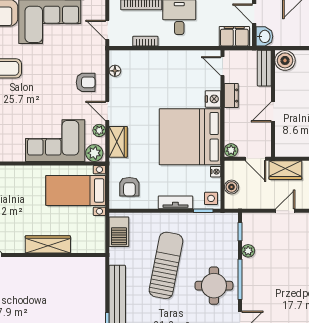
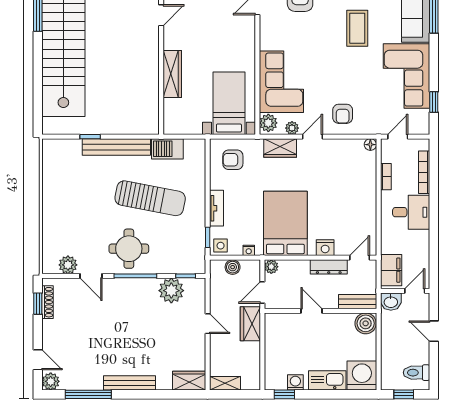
floor lamp: (115, 71) -> (370, 145), moved
dresser: (231, 96) -> (329, 267), width x1.44
bed: (190, 137) -> (285, 223), width x0.73
barbecue: (119, 232) -> (167, 149), moved
plant: (248, 251) -> (171, 291), width x1.88, depth x1.88

